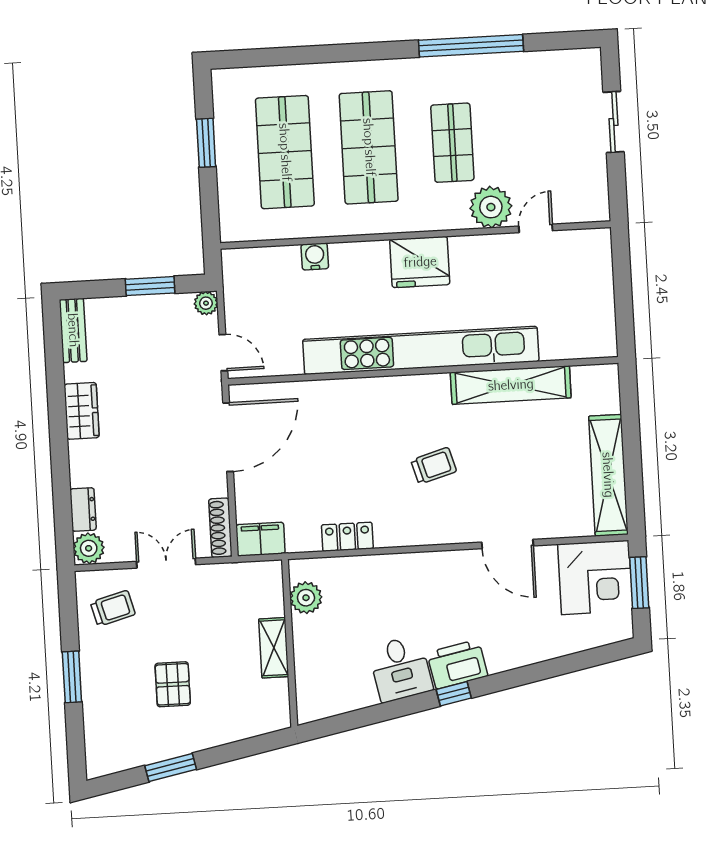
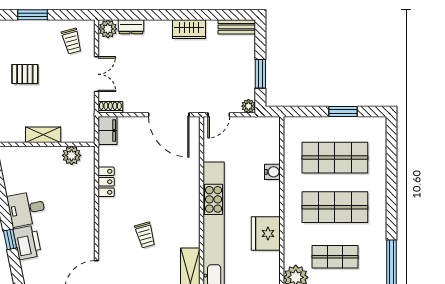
shoe rack: (220, 528) -> (110, 107), width x0.70

